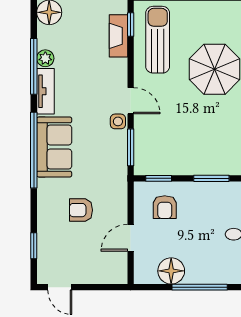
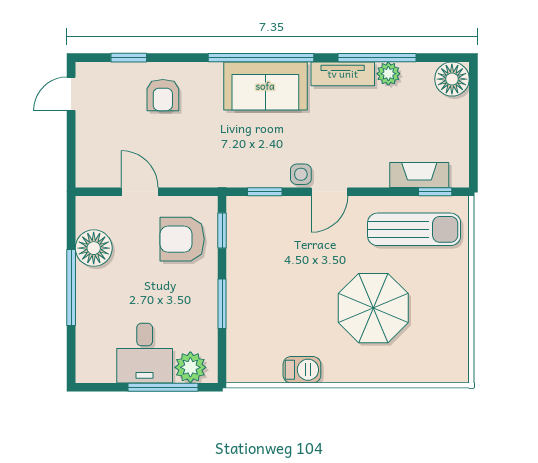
window: (131, 147) -> (265, 192), width x0.67
armchair: (165, 207) -> (182, 239), width x1.38, depth x1.38
armchair: (81, 210) -> (163, 95), moved, turned 180

